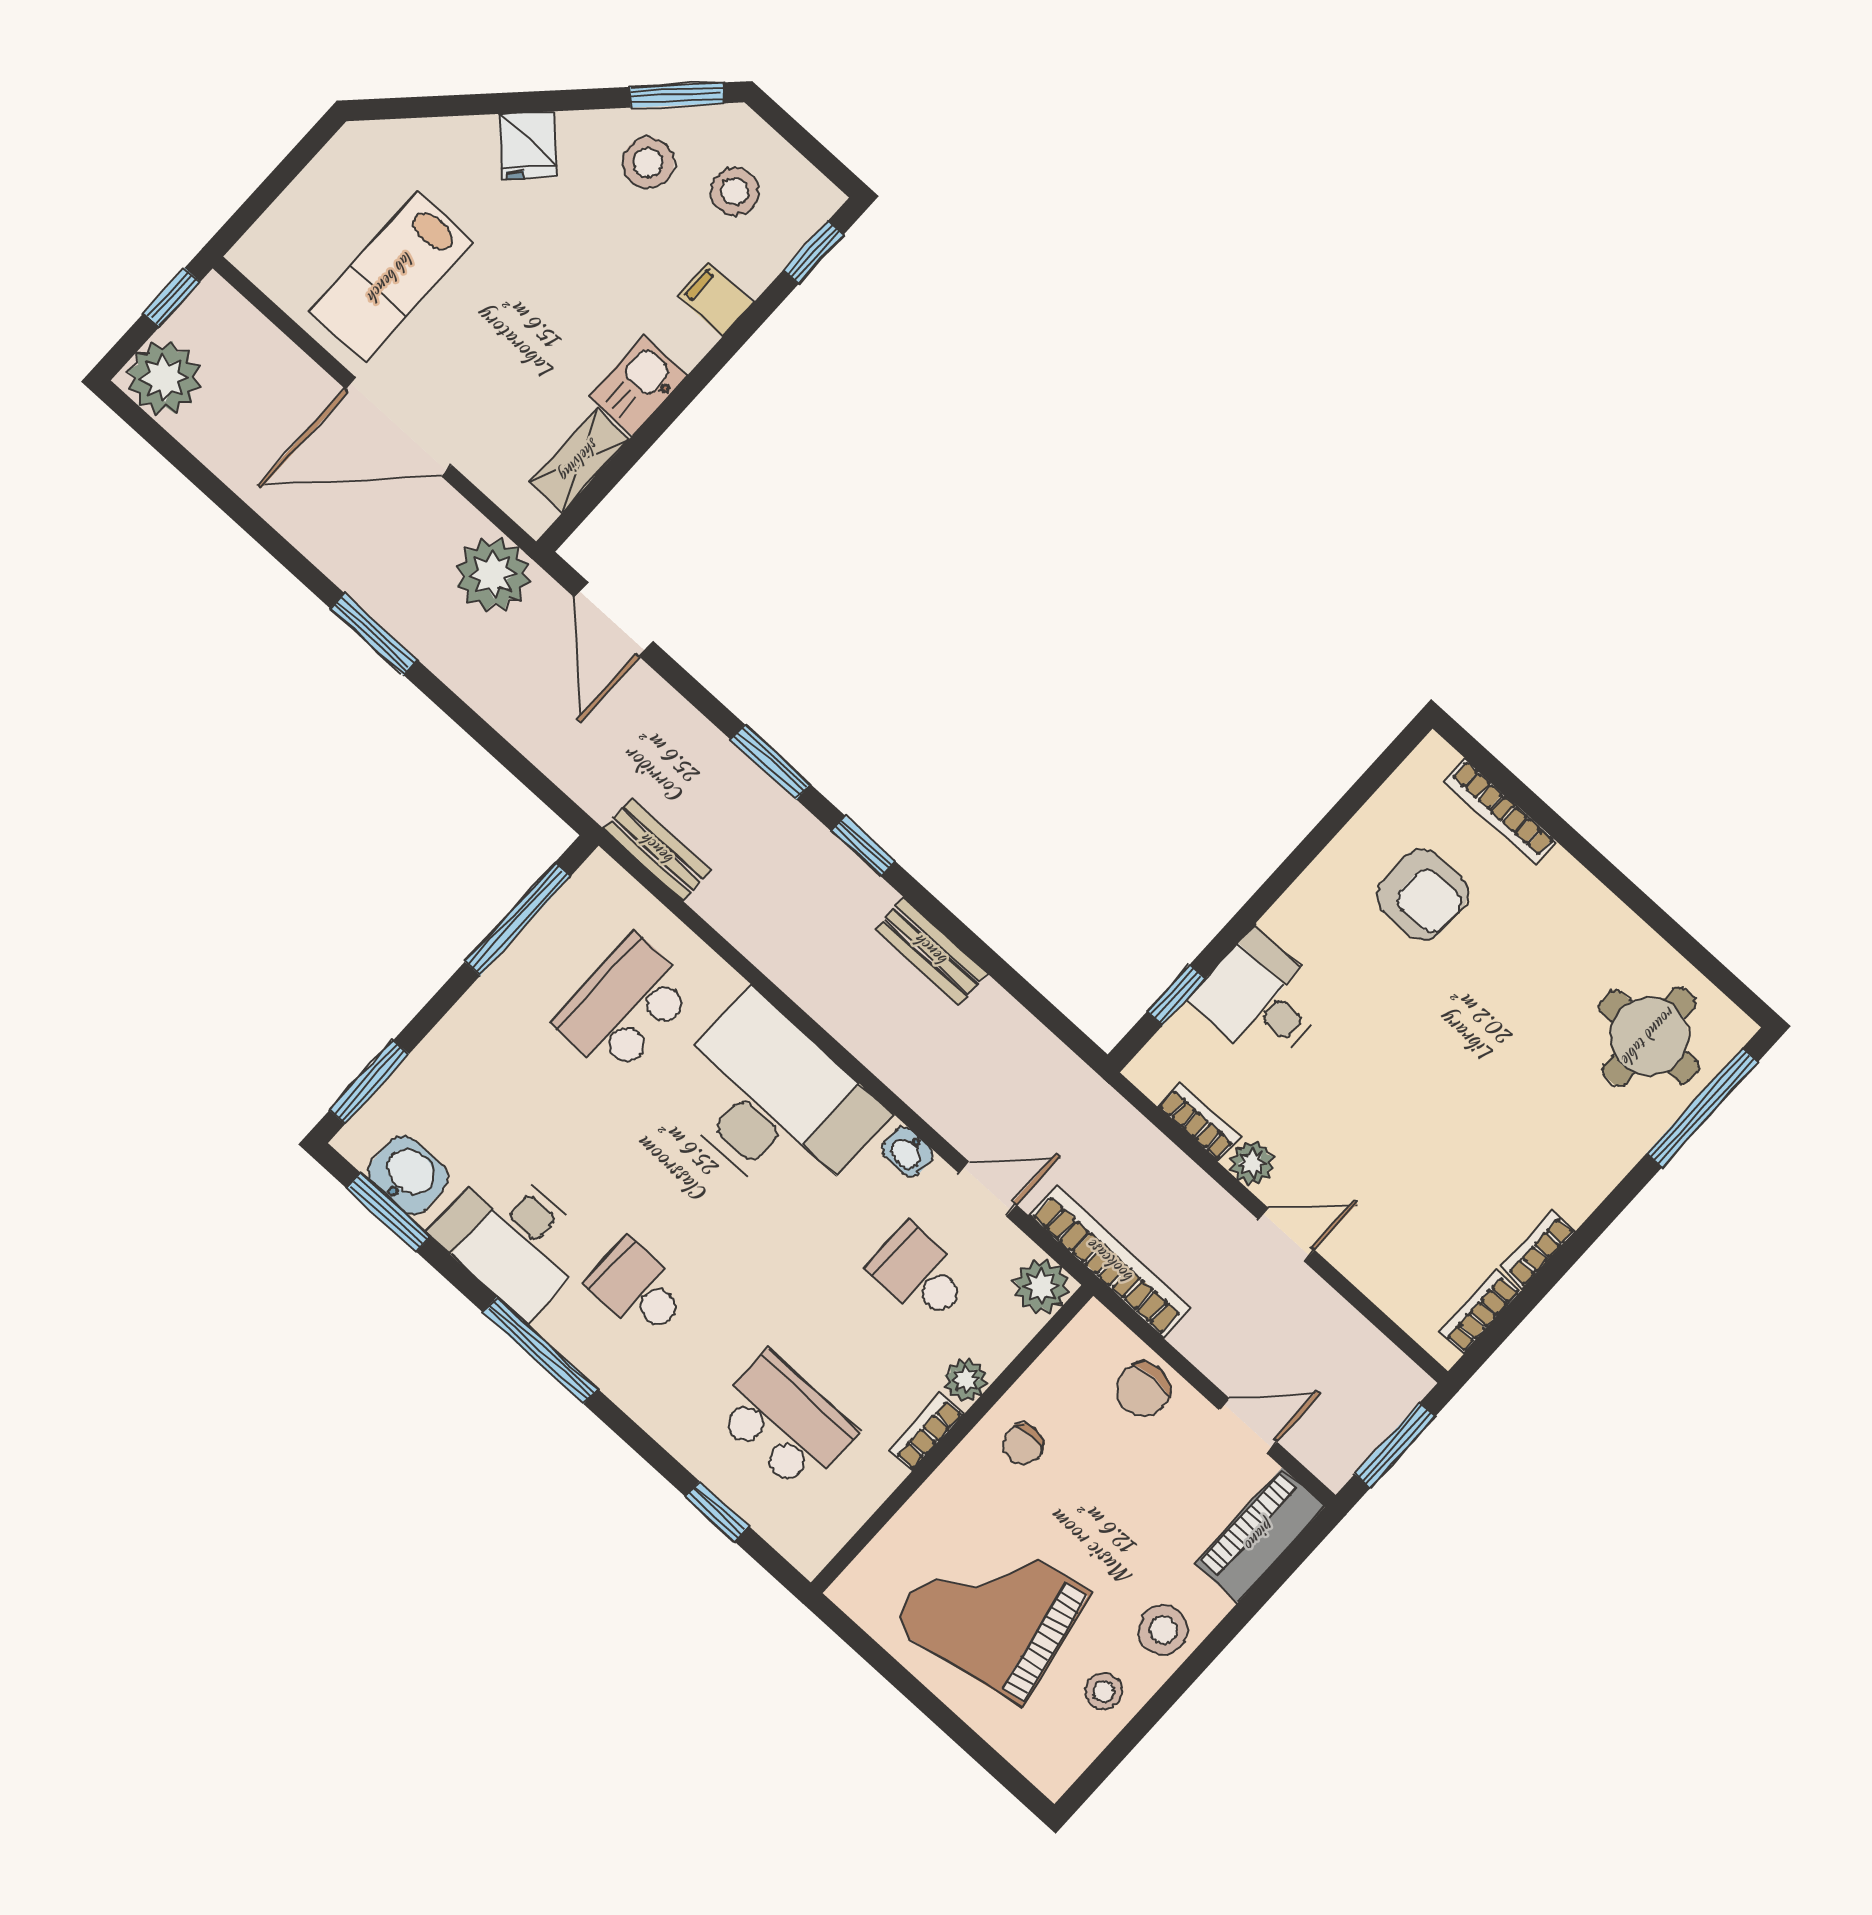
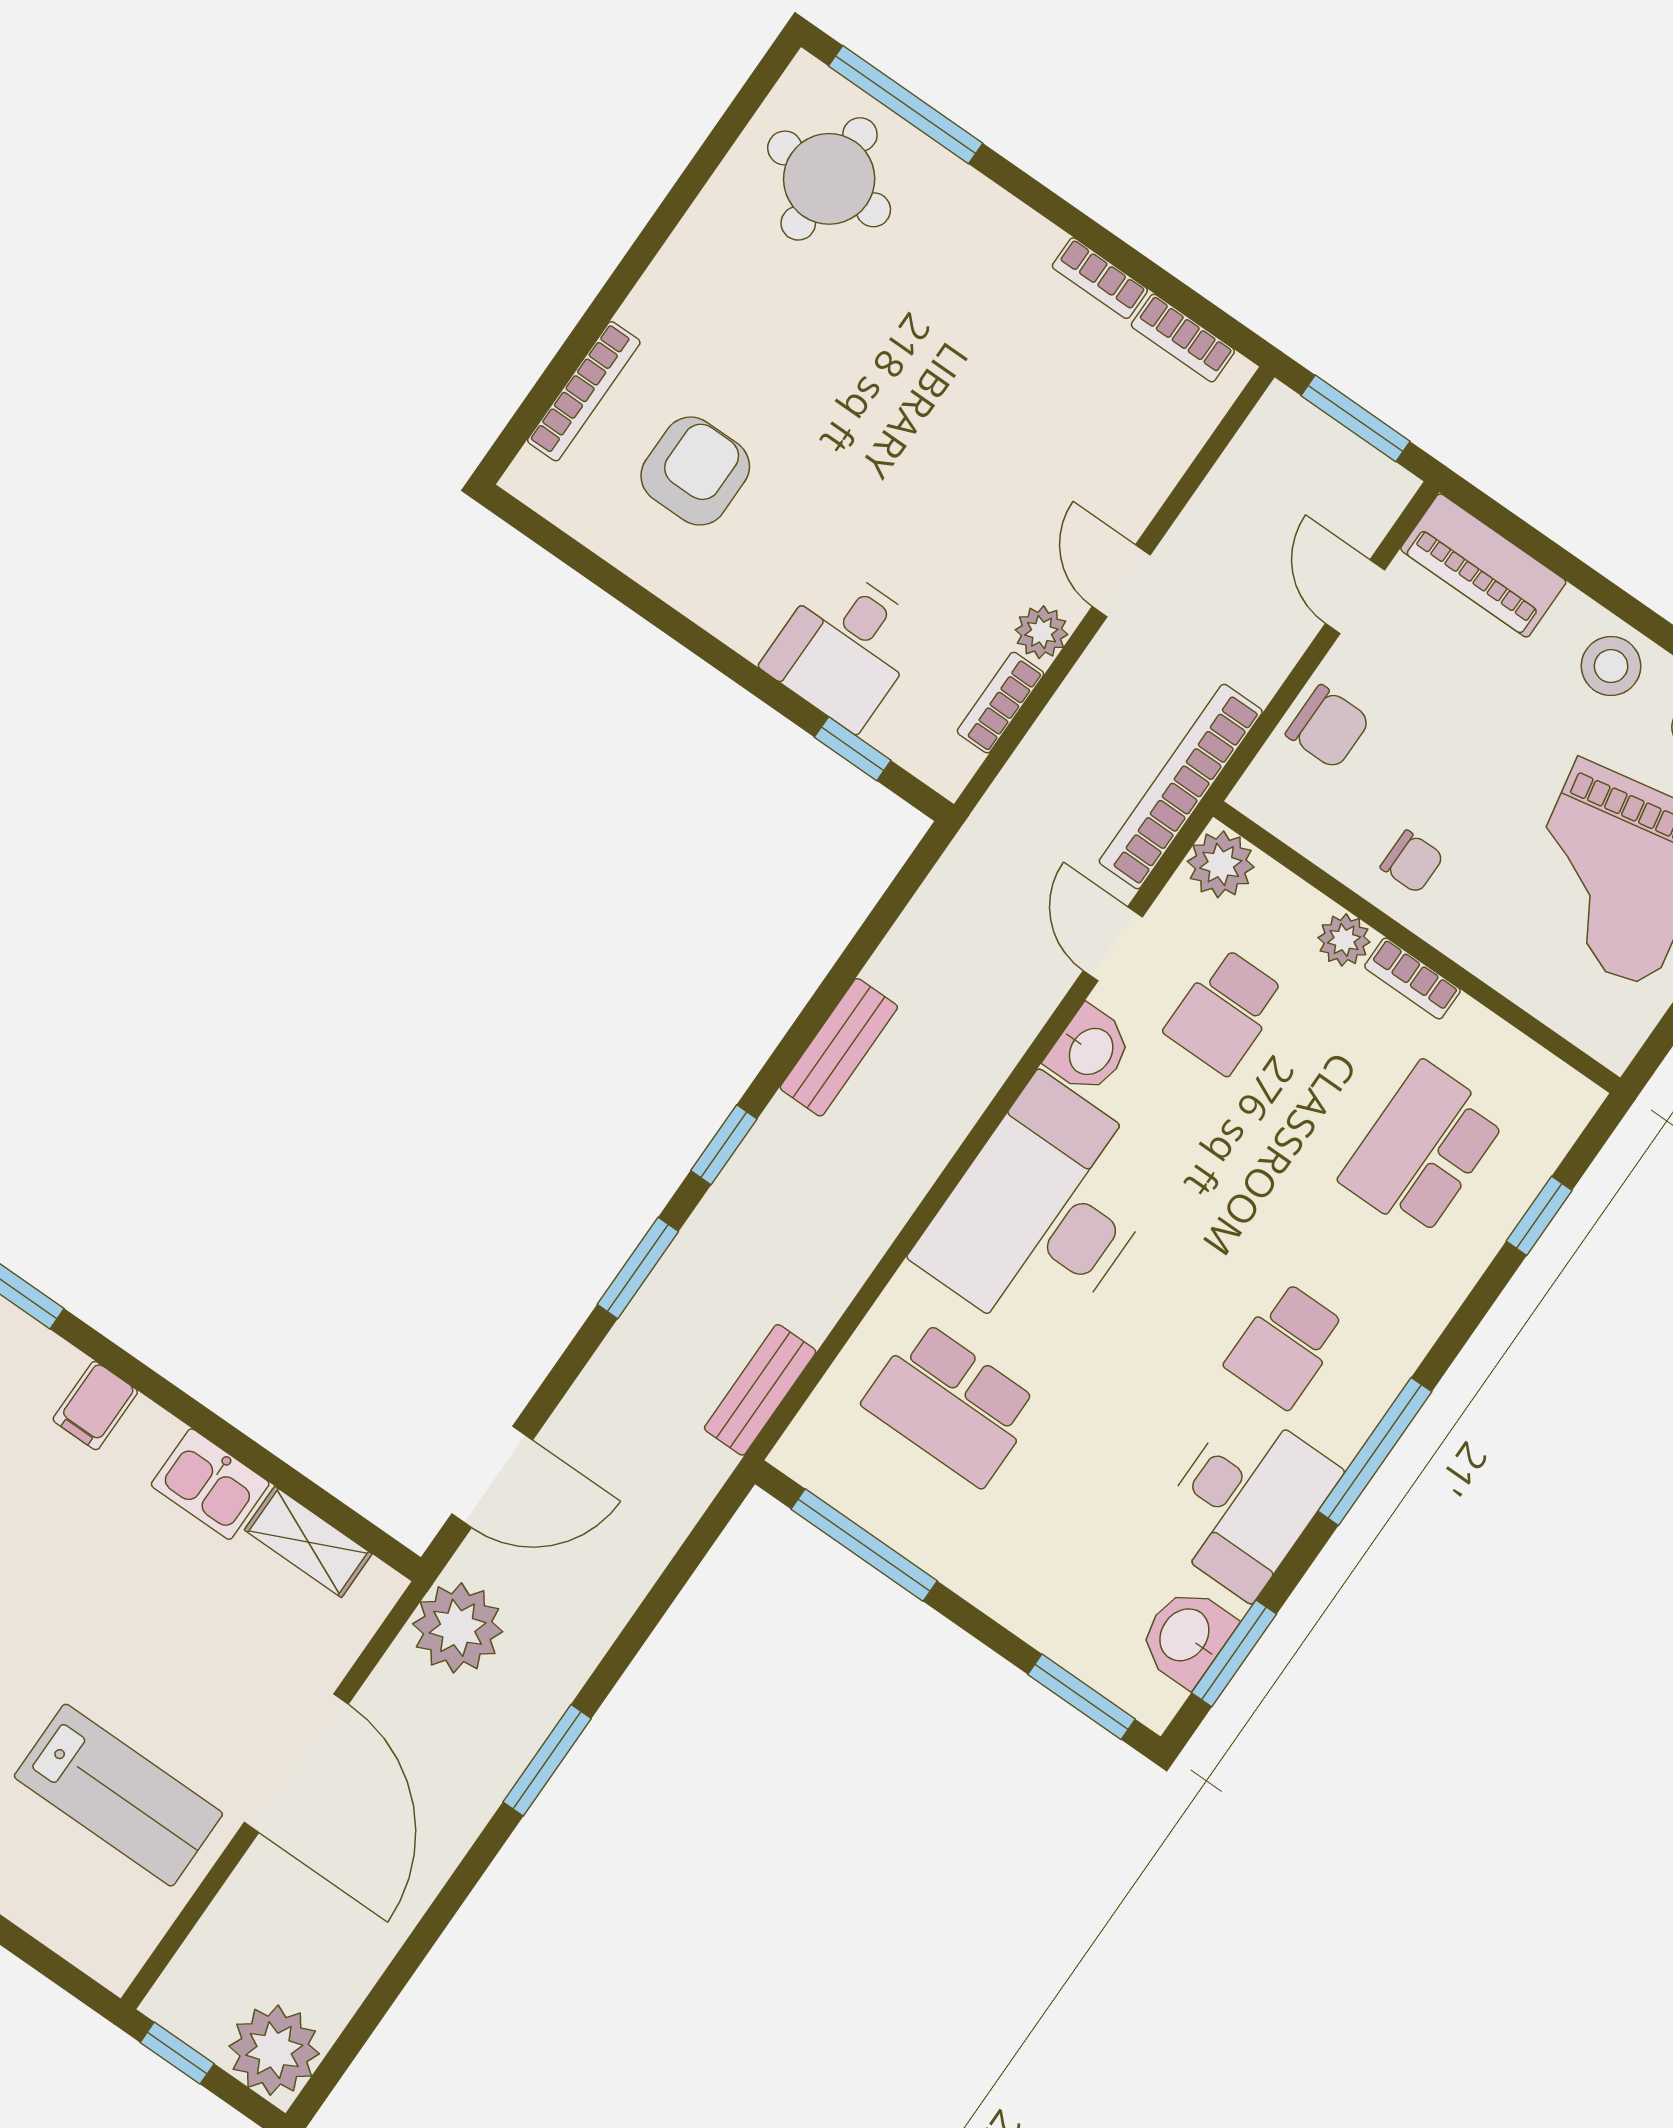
washbasin: (908, 1152) -> (1090, 1050), width x1.38, depth x1.45

